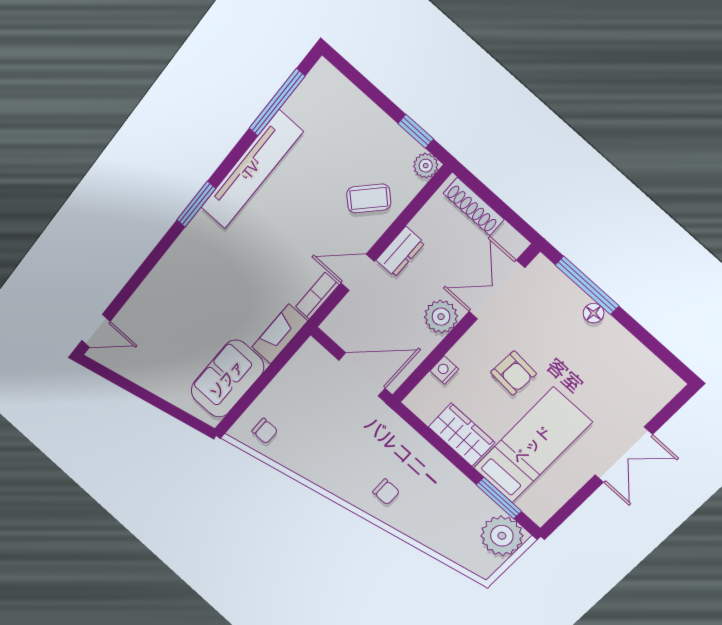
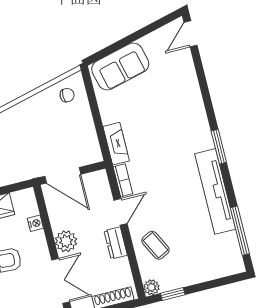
coffee table: (369, 198) -> (155, 245), turned -70
door: (362, 374) -> (63, 175), hinge flipped
sofa: (227, 379) -> (120, 67), moved, turned 76
chair: (265, 431) -> (67, 95), turned 180

